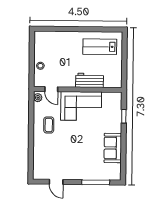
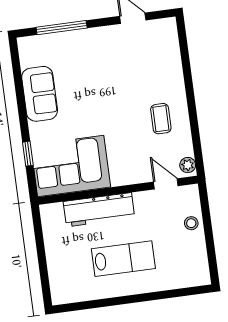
lab bench: (100, 47) -> (123, 259), moved
workbench: (90, 80) -> (99, 210), width x1.38
corner sofa: (81, 106) -> (71, 166), moved

